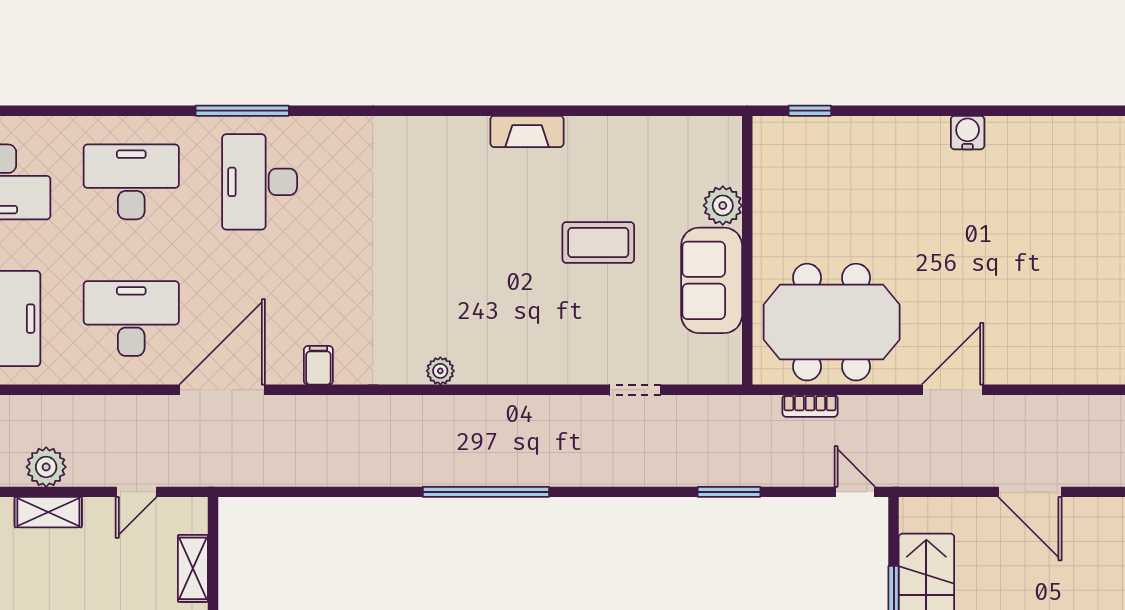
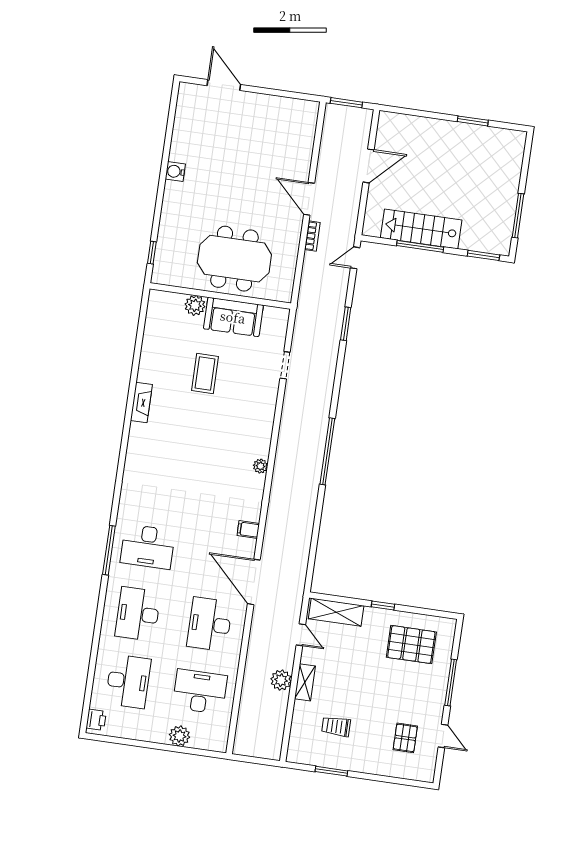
meeting table: (832, 322) -> (234, 259), moved, turned 90
bookcase: (810, 406) -> (312, 236), moved
shelving: (193, 568) -> (336, 612), width x1.50, depth x1.33

